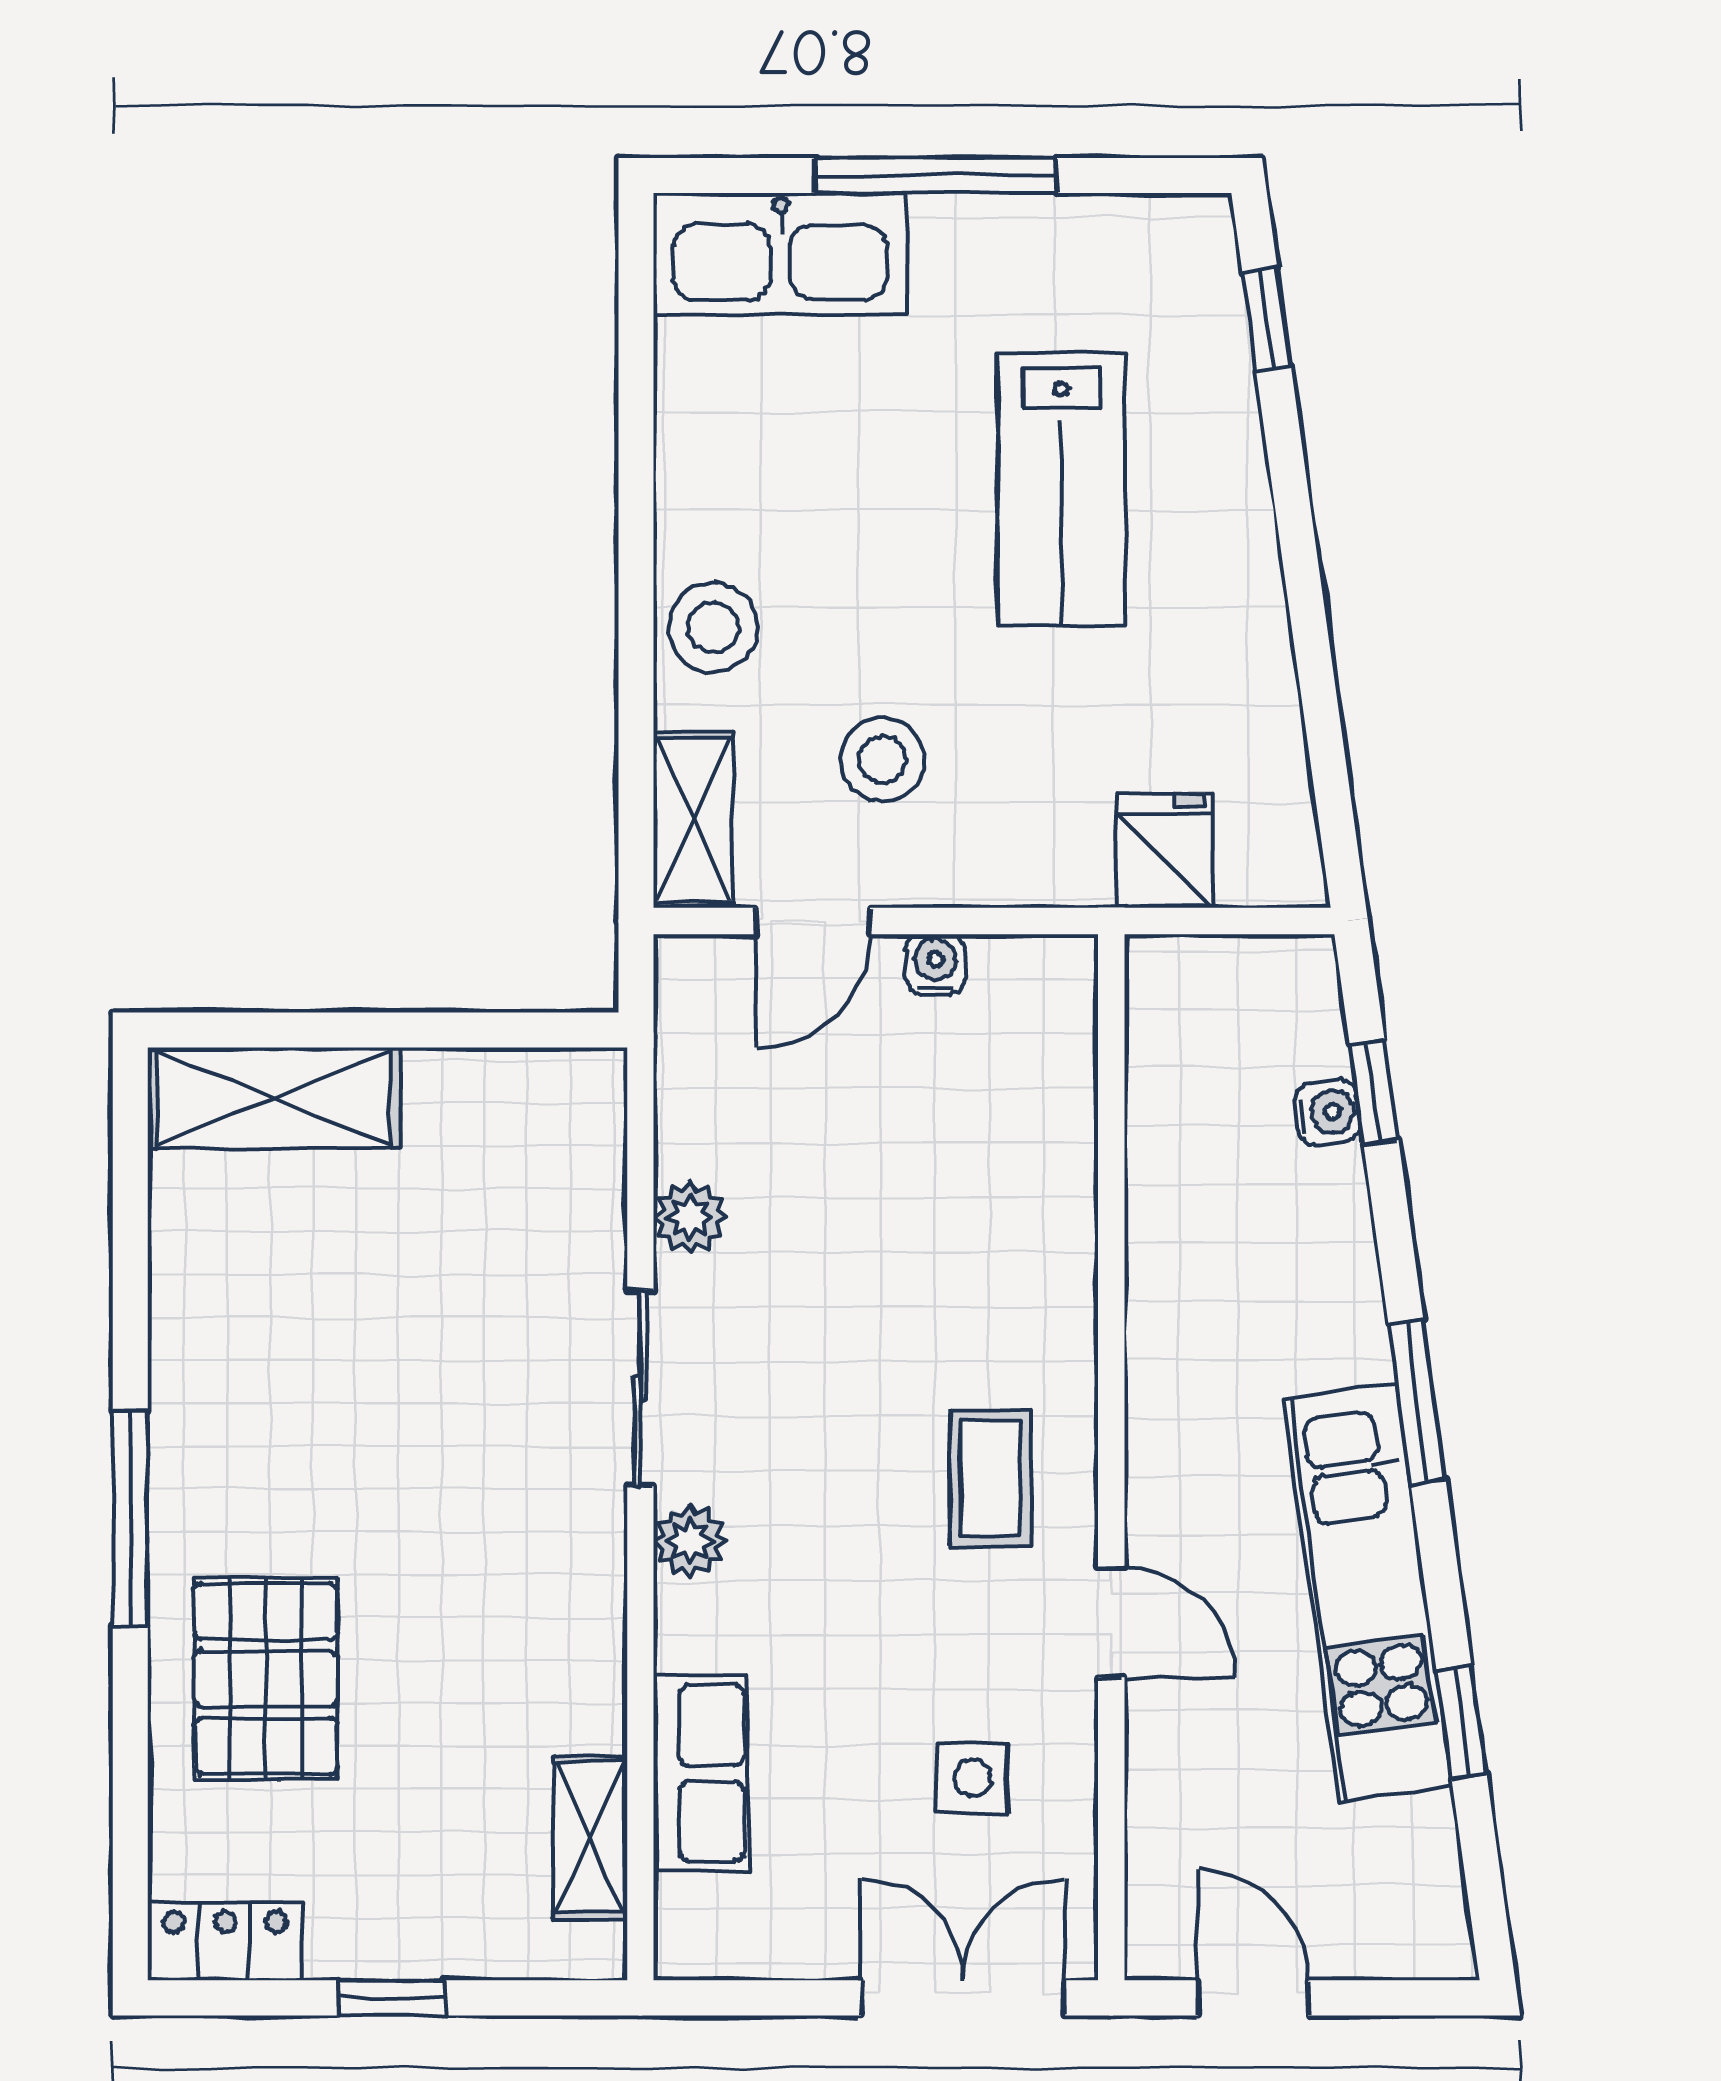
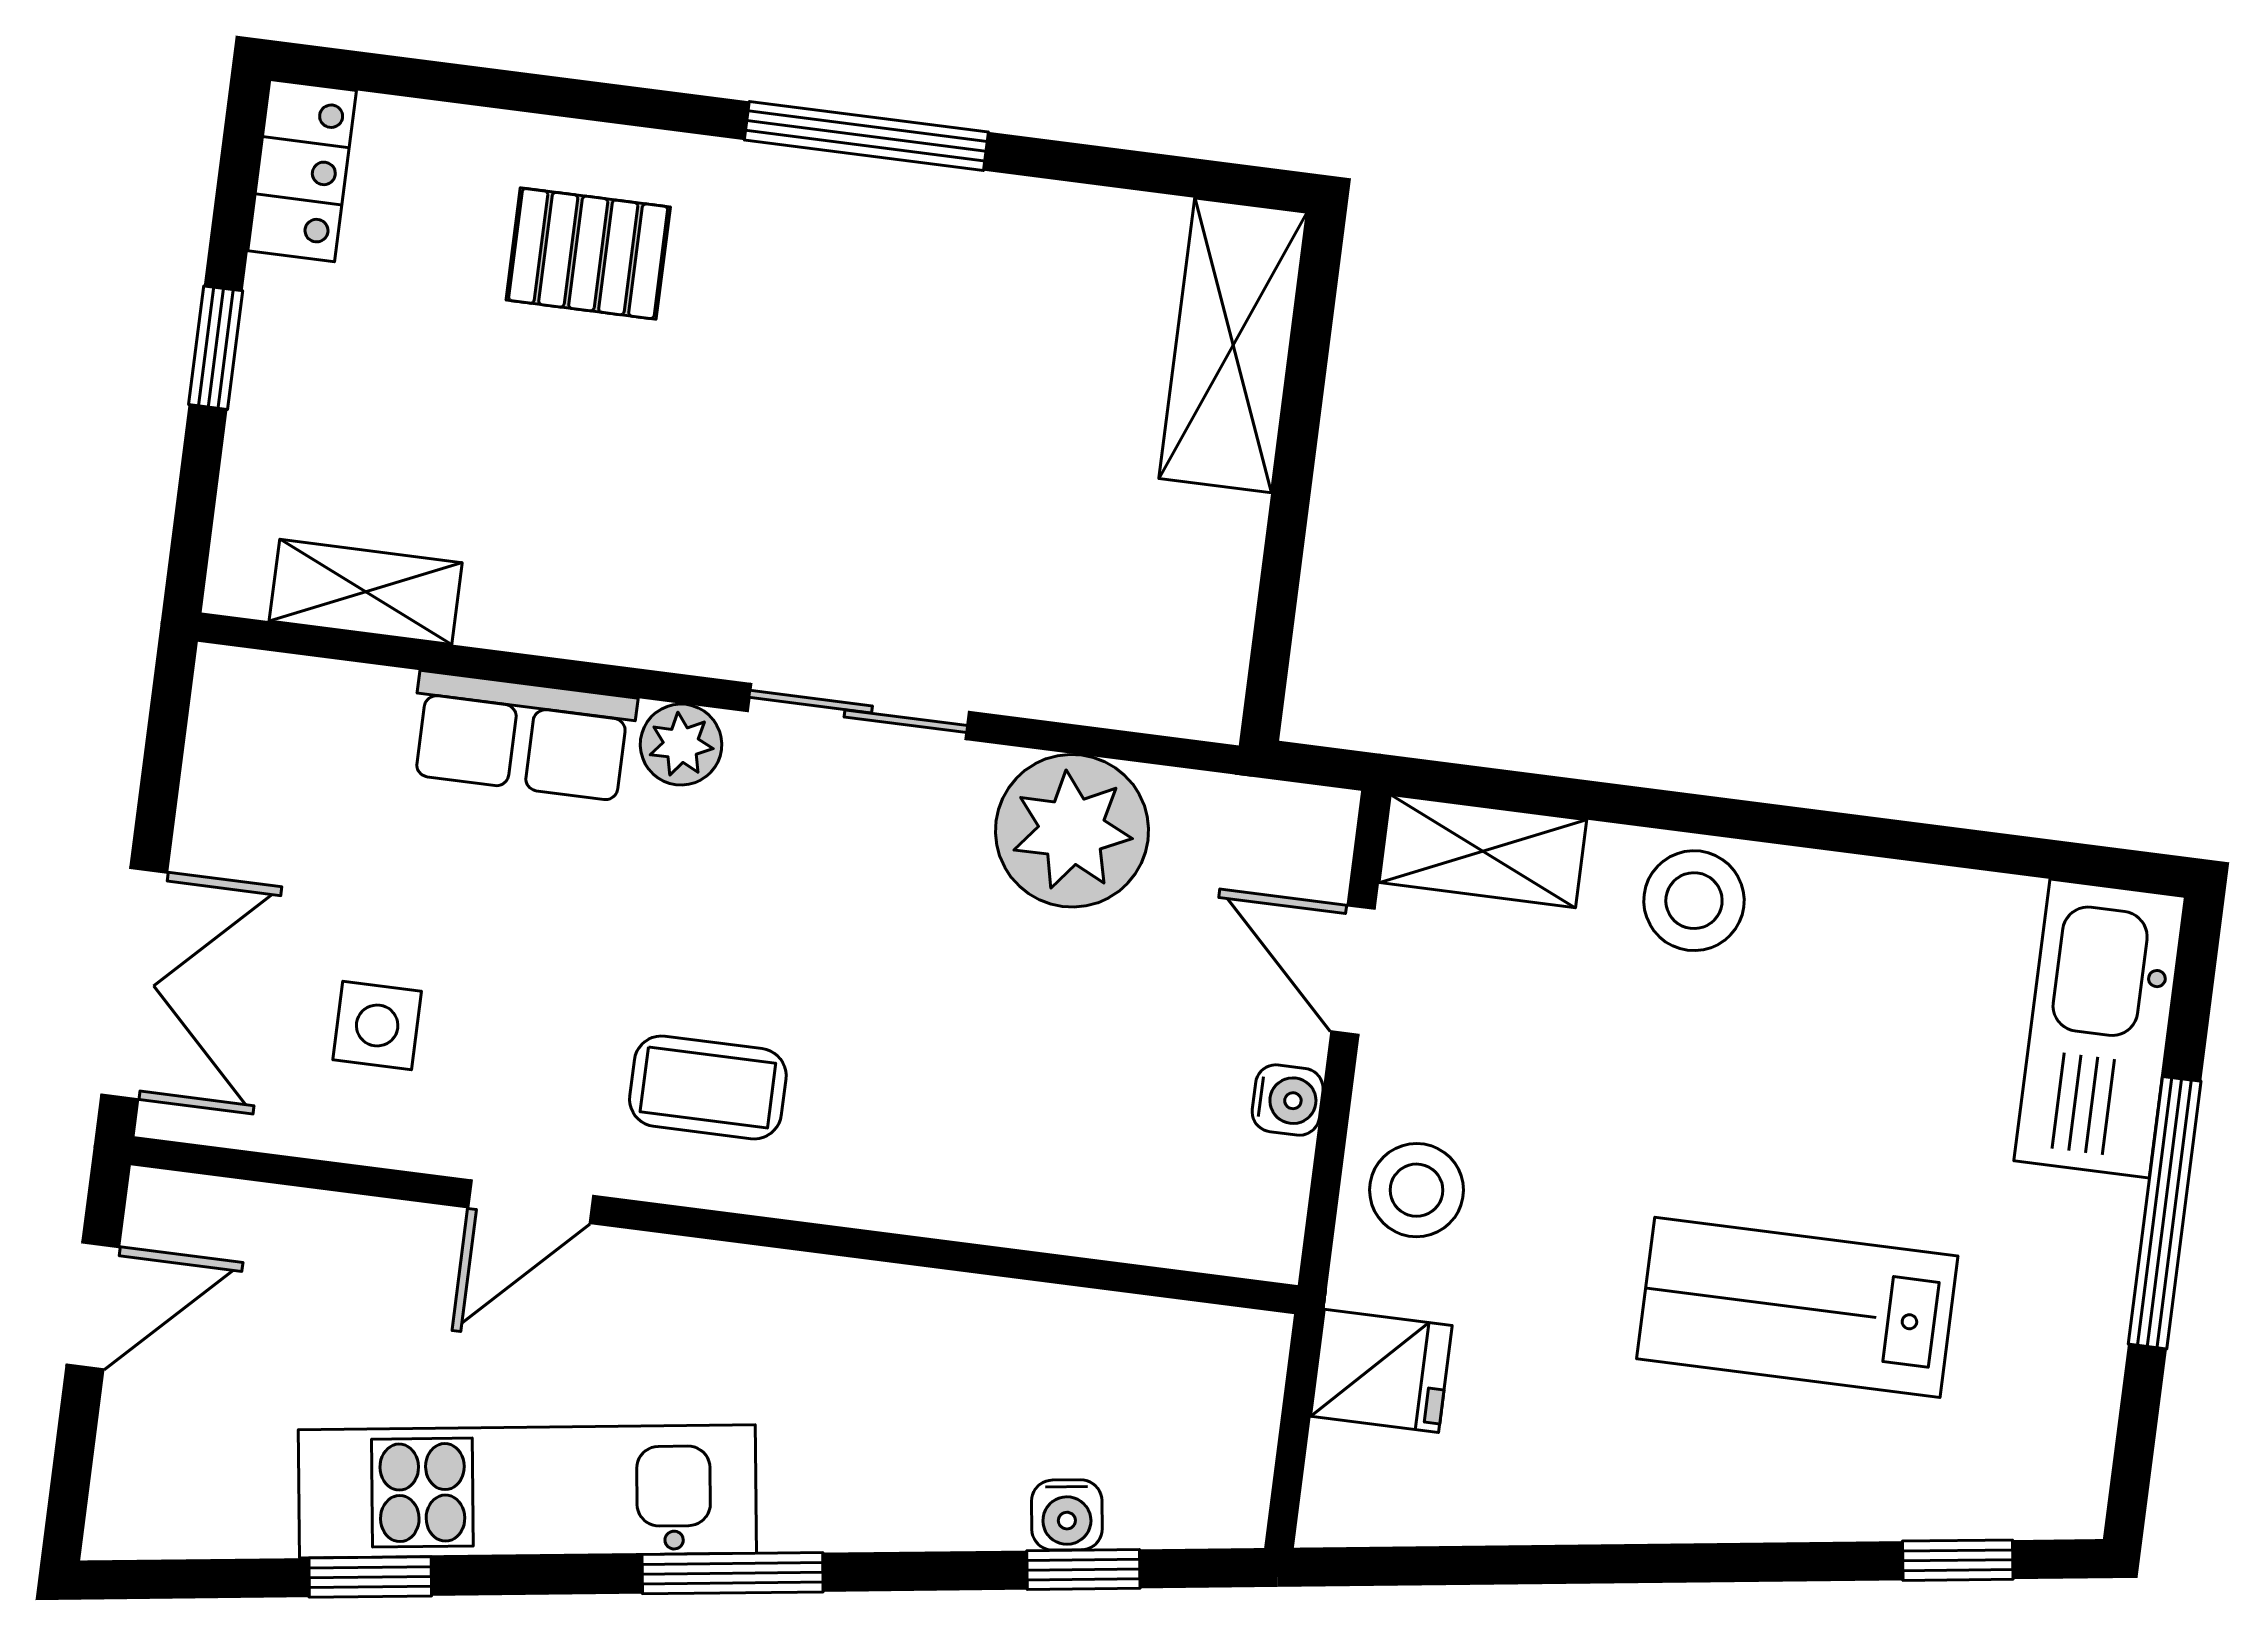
stool: (882, 760) -> (1417, 1190), moved
plant: (690, 1217) -> (1072, 831), width x1.88, depth x1.88
window: (130, 1518) -> (866, 136), moved
pallet: (266, 1679) -> (588, 254), width x0.67, depth x0.71
row of seats: (700, 1773) -> (522, 736), moved

